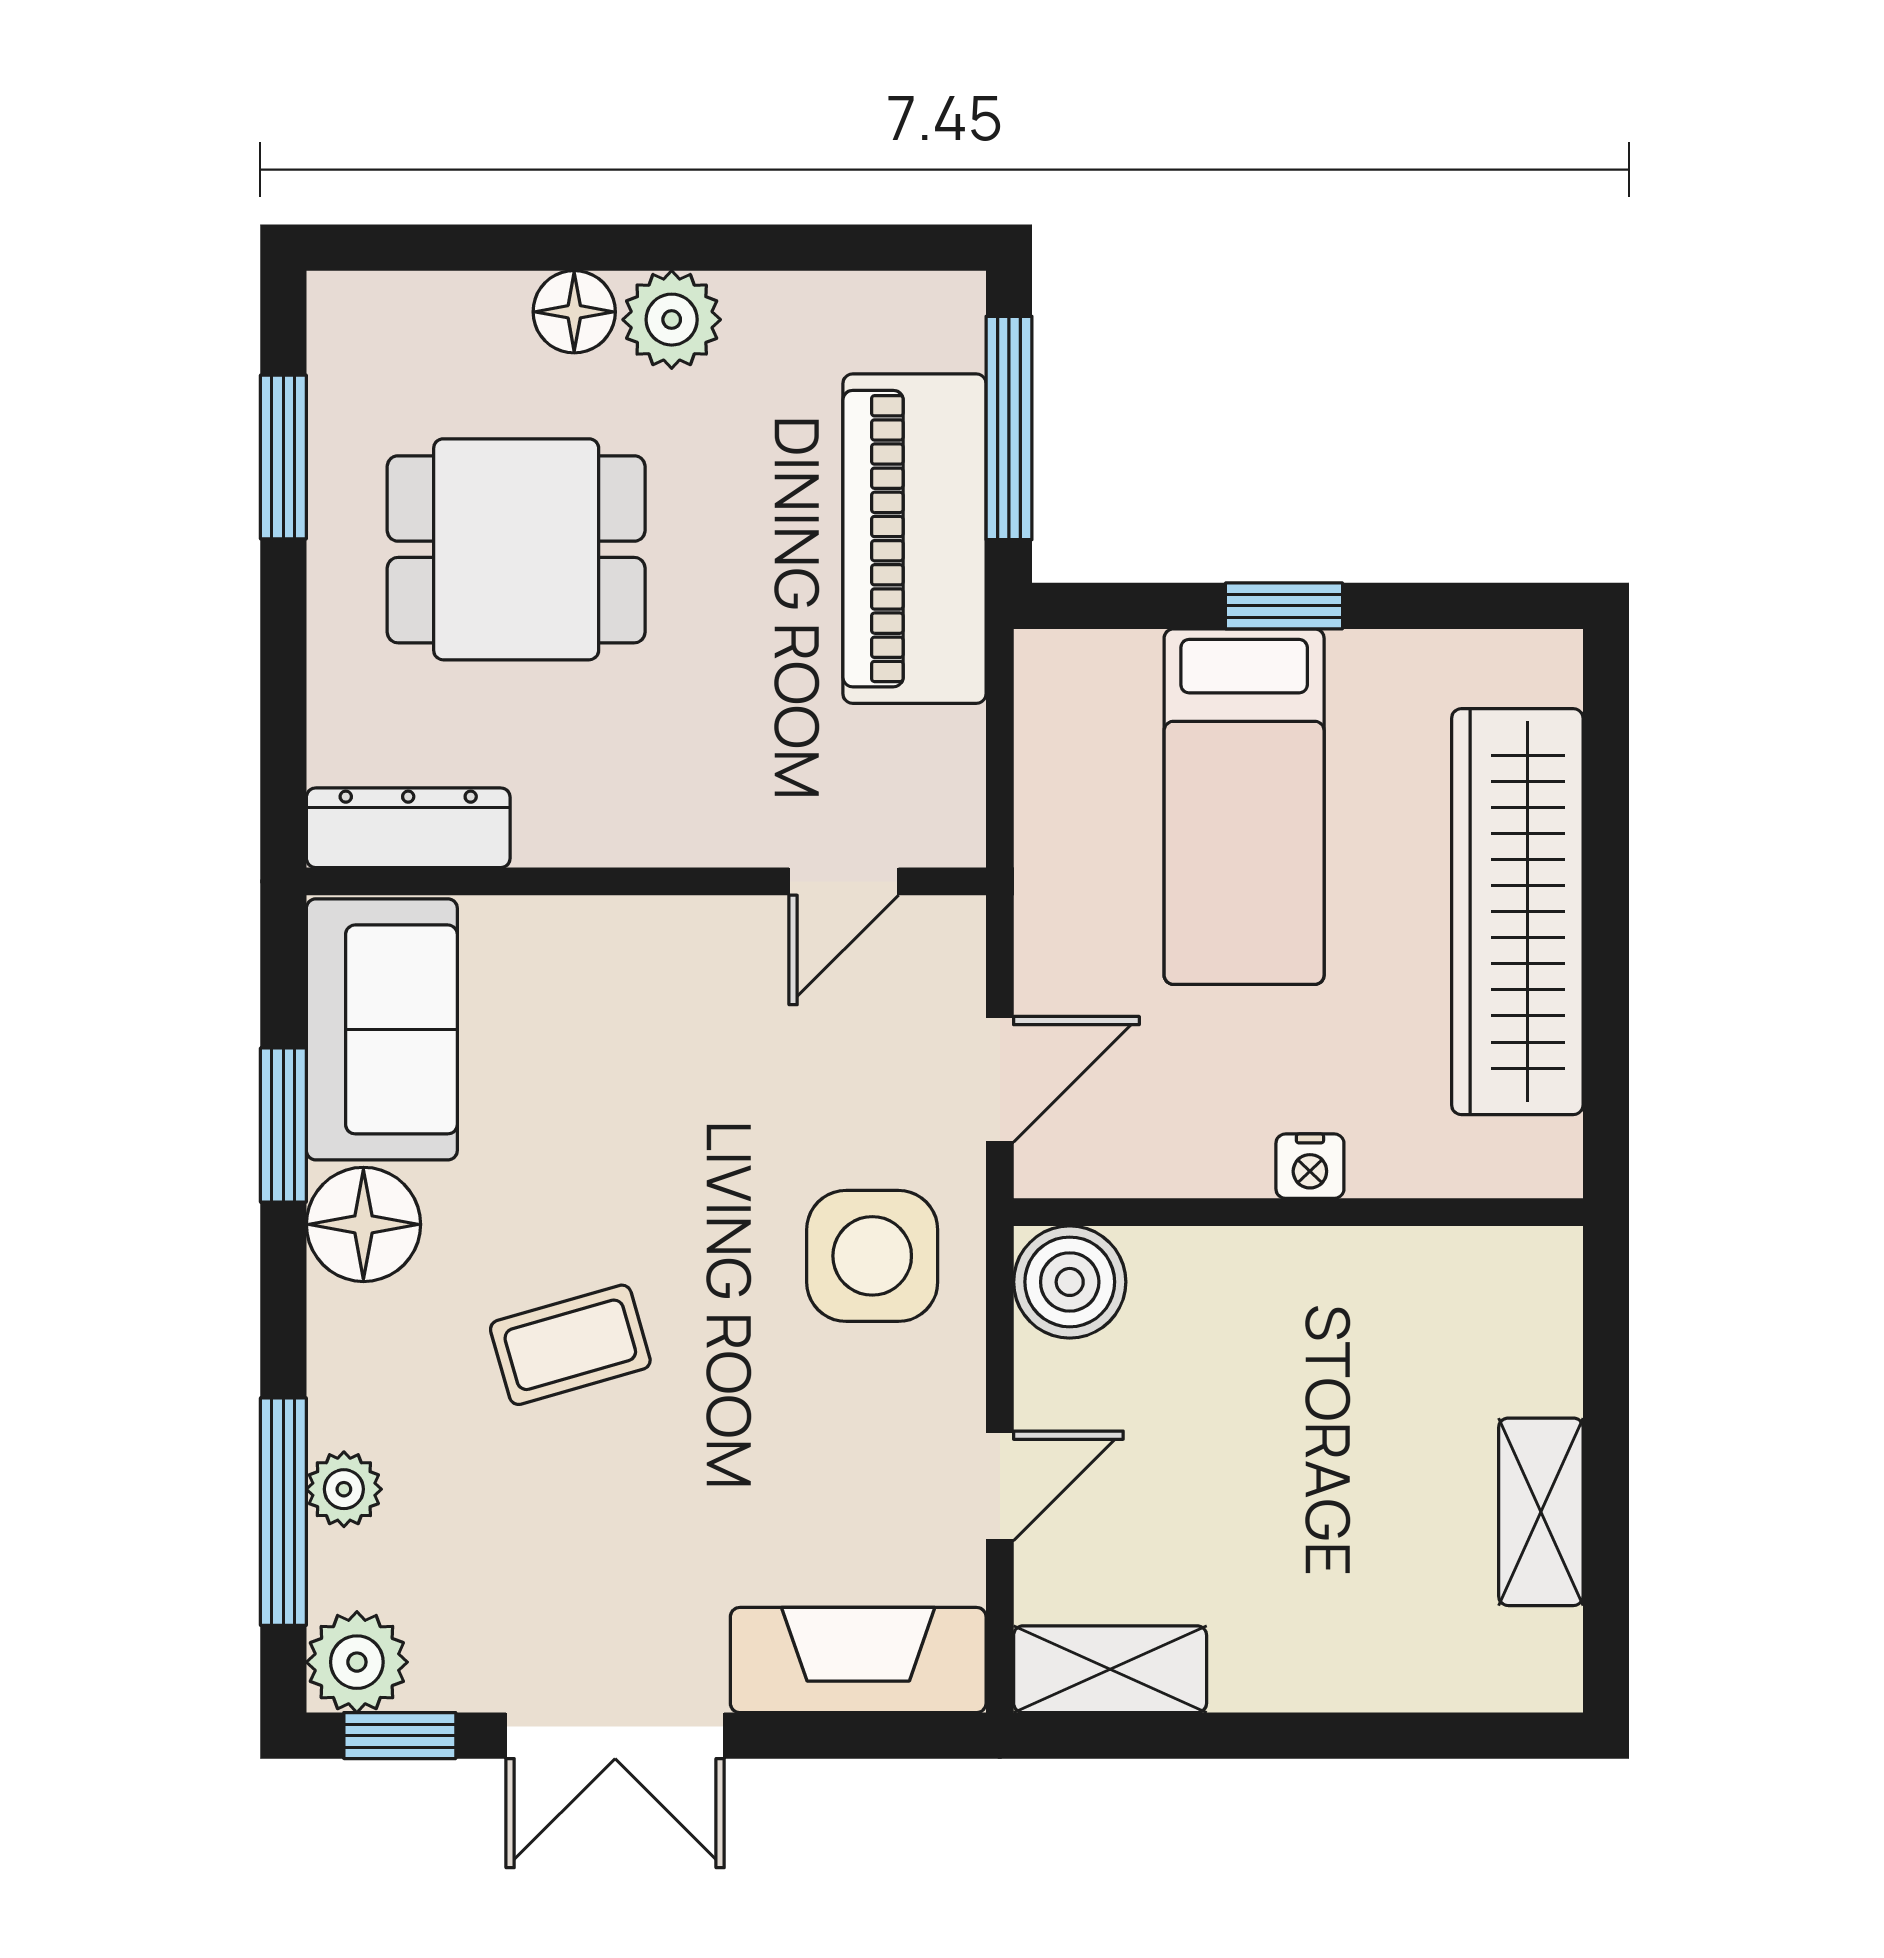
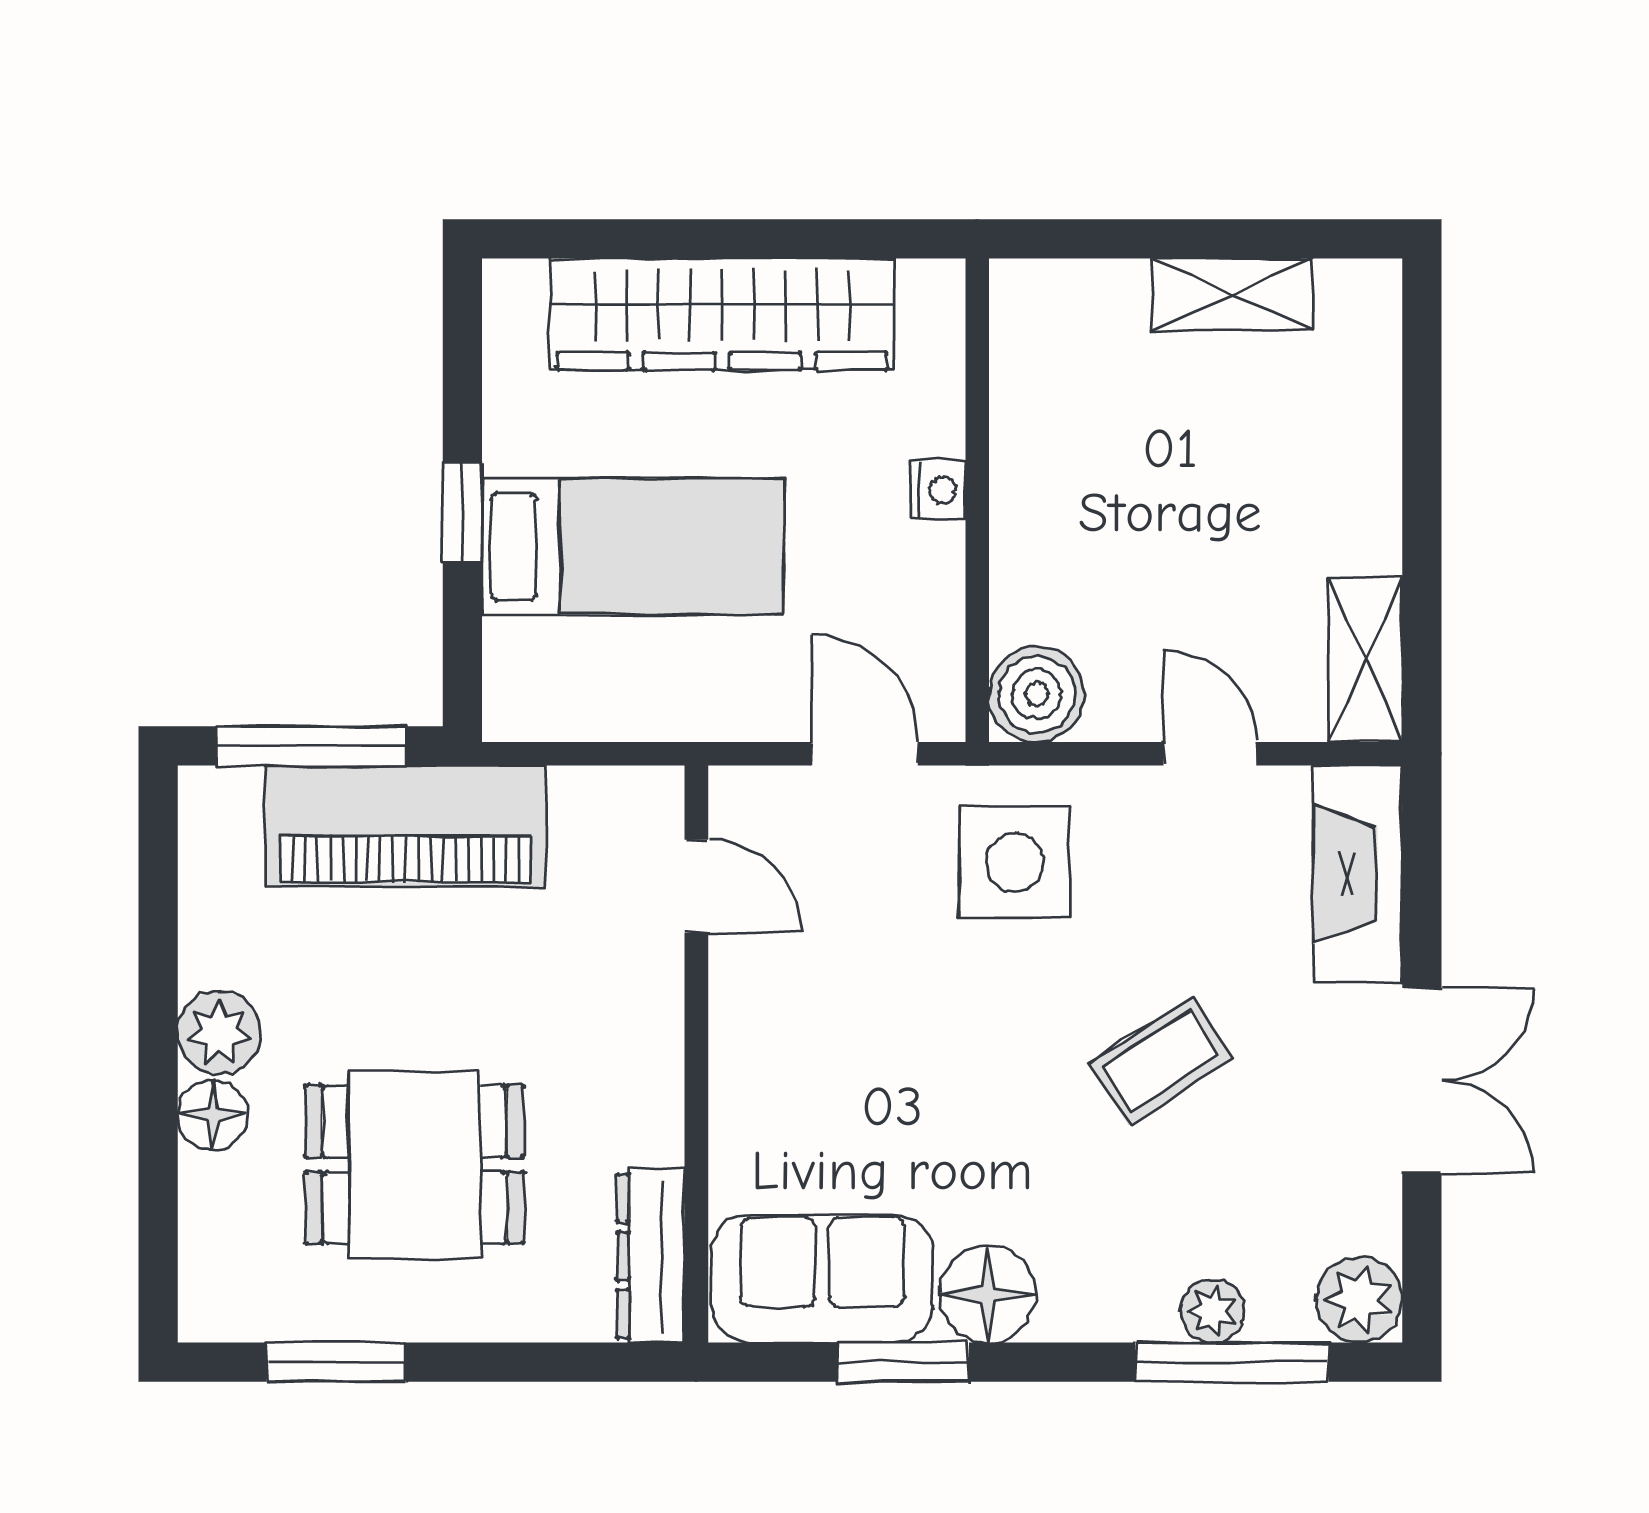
dining table: (516, 549) -> (414, 1164), turned 90
coffee table: (570, 1345) -> (1161, 1061), moved, turned 73
window: (400, 1736) -> (1422, 1263), removed

